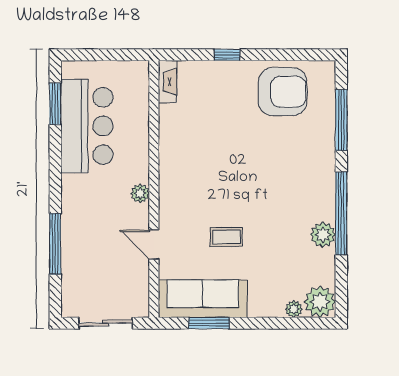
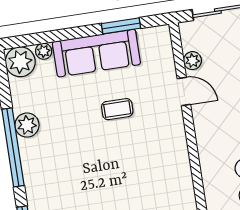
plant: (140, 193) -> (192, 61), moved
sofa: (203, 299) -> (96, 53), moved

